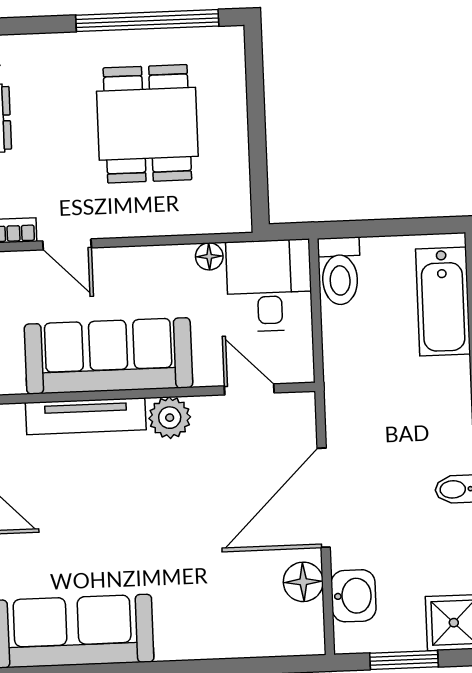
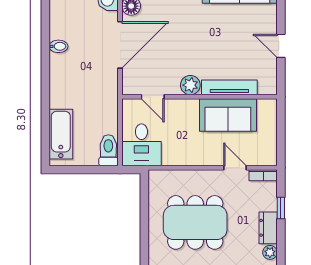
dining table: (147, 124) -> (195, 222), width x1.38
floor lamp: (209, 256) -> (169, 159), removed
sofa: (108, 356) -> (228, 115), width x0.73

